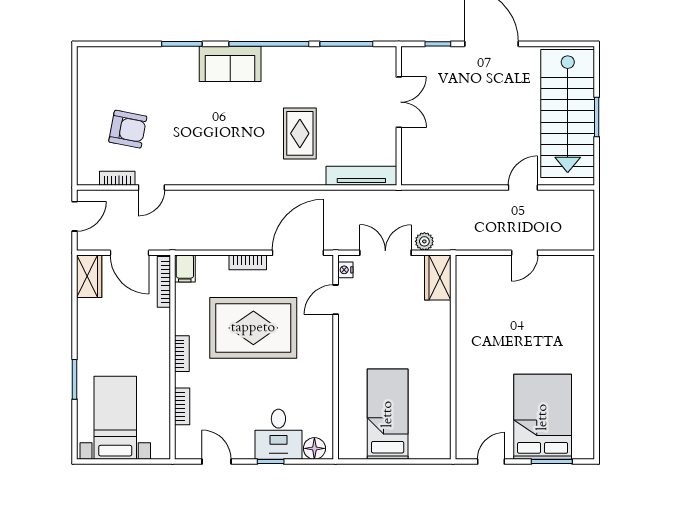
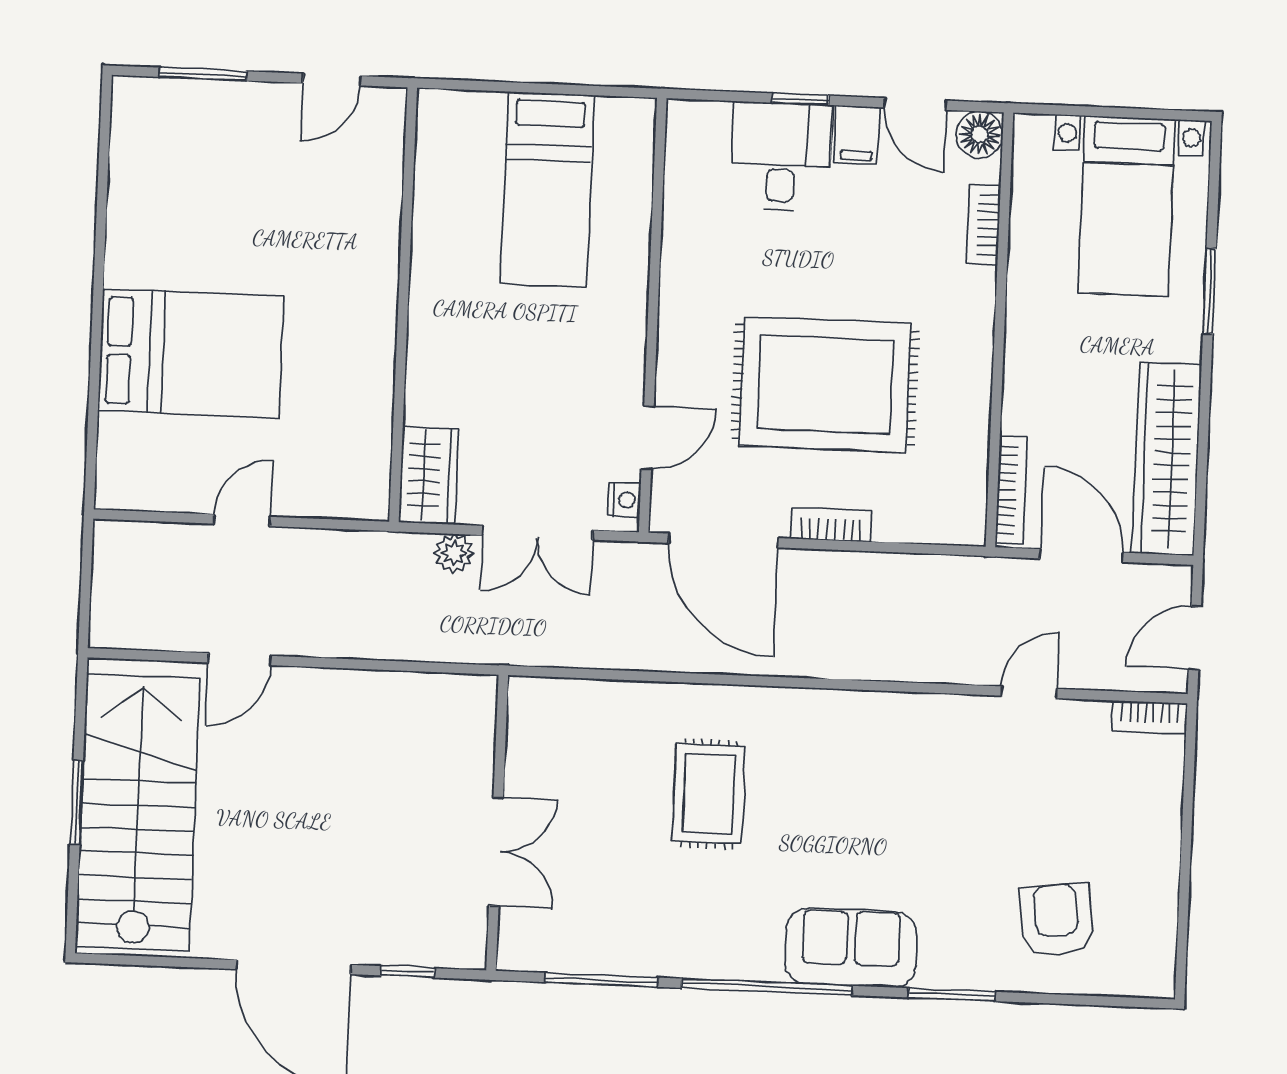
double door: (399, 102) -> (496, 852), swing flipped
armchair: (128, 129) -> (1056, 920), moved, turned 72
tv unit: (361, 176) -> (582, 698), removed
bookcase: (117, 178) -> (1150, 717), moved
door: (298, 253) -> (723, 540), hinge flipped
filing cabinet: (185, 268) -> (857, 135), moved, turned 180
wardrobe: (89, 276) -> (1167, 459), width x2.10, depth x1.17
bookcase: (182, 354) -> (979, 337), removed
bed: (543, 417) -> (191, 353), moved, turned -90
floor lamp: (314, 448) -> (980, 135), moved

